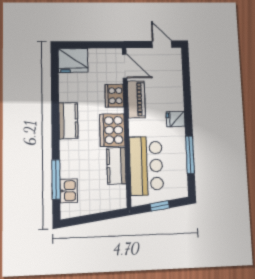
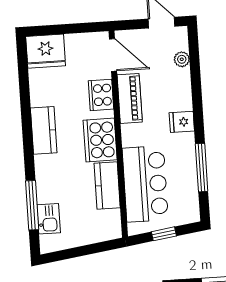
plant: (177, 72) -> (182, 59), added

